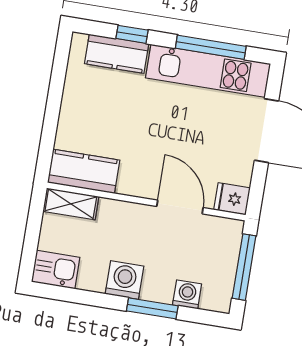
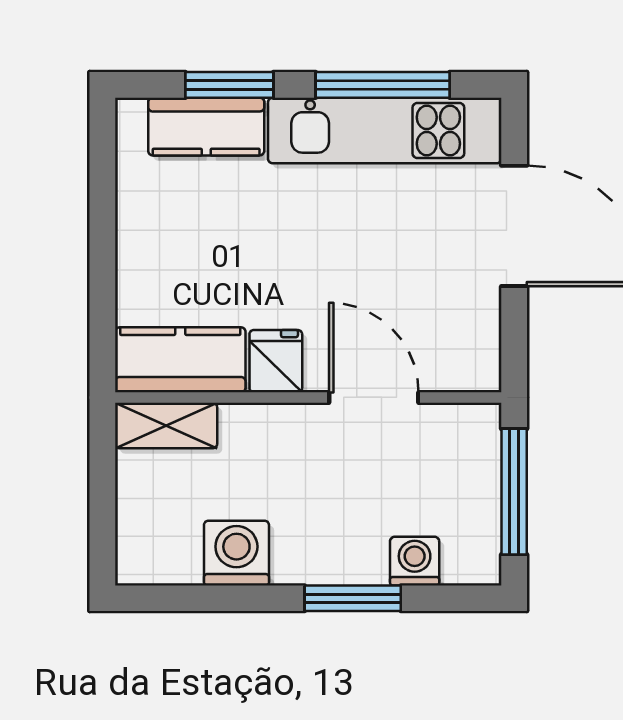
window: (132, 34) -> (229, 85), width x1.50
fridge: (232, 199) -> (276, 361), moved, turned 90
kitchen sink: (56, 270) -> (158, 555), removed
washing machine: (124, 280) -> (236, 553), moved

